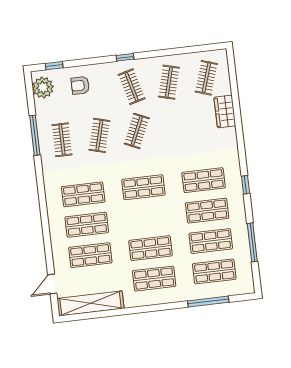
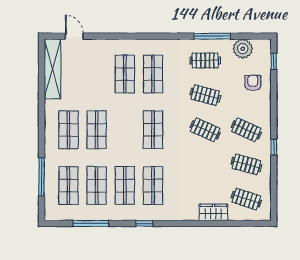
window: (125, 57) -> (274, 147), moved
clothes rail: (132, 87) -> (246, 130), turned 39
plant: (43, 88) -> (243, 49), moved
shop shelf: (90, 255) -> (97, 74), removed

